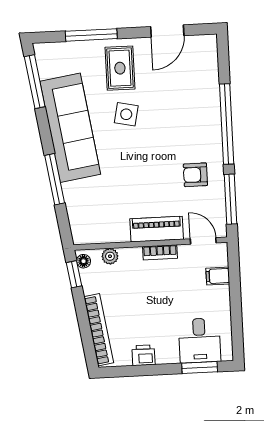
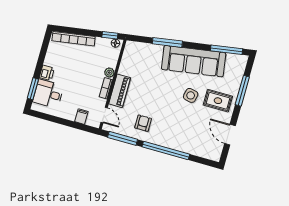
door: (203, 241) -> (104, 115), hinge flipped
plant: (110, 256) -> (109, 73), moved
printer: (143, 355) -> (47, 73), moved

